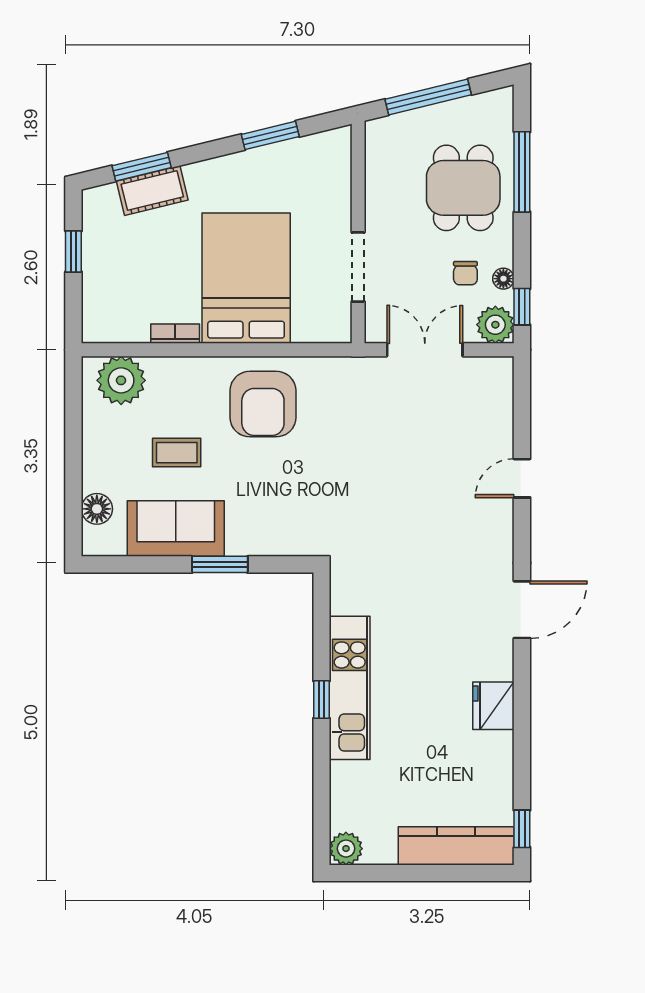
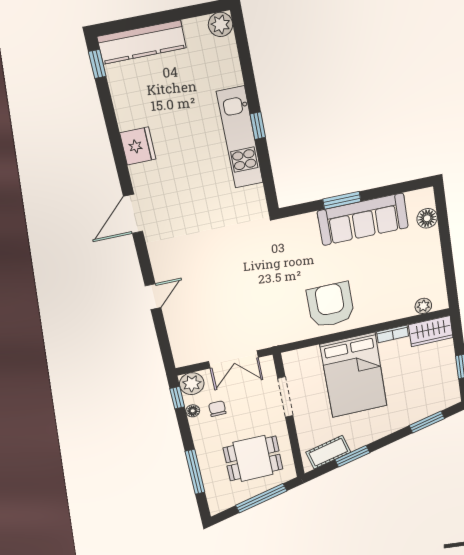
dining table: (463, 188) -> (253, 458), moved, turned 90
cot: (152, 191) -> (328, 452), moved
wardrobe: (115, 324) -> (431, 331), added
plant: (121, 380) -> (423, 306), width x0.53, depth x0.53
coffee table: (177, 453) -> (381, 264), removed
sofa: (176, 529) -> (363, 219), width x1.36

